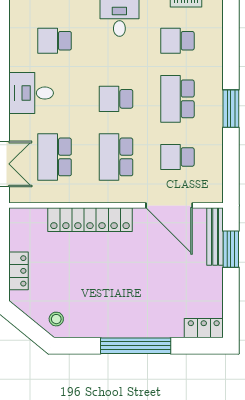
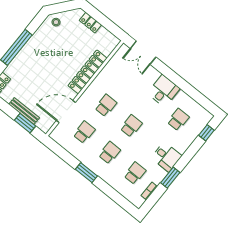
school desk: (177, 99) -> (109, 153), width x0.54
school desk: (55, 157) -> (127, 79), removed
school desk: (116, 157) -> (106, 105), width x0.54
bench: (215, 237) -> (24, 111), moved

